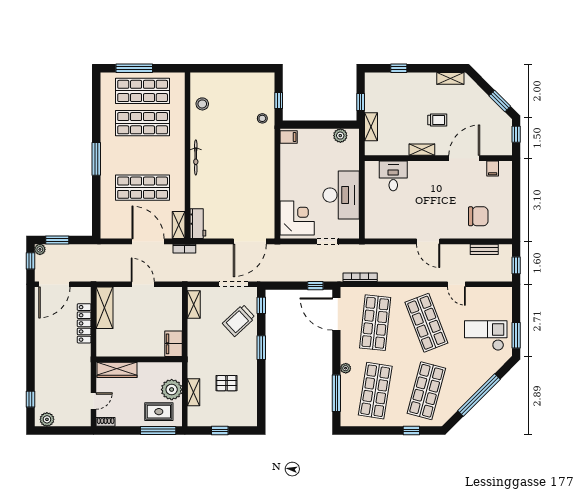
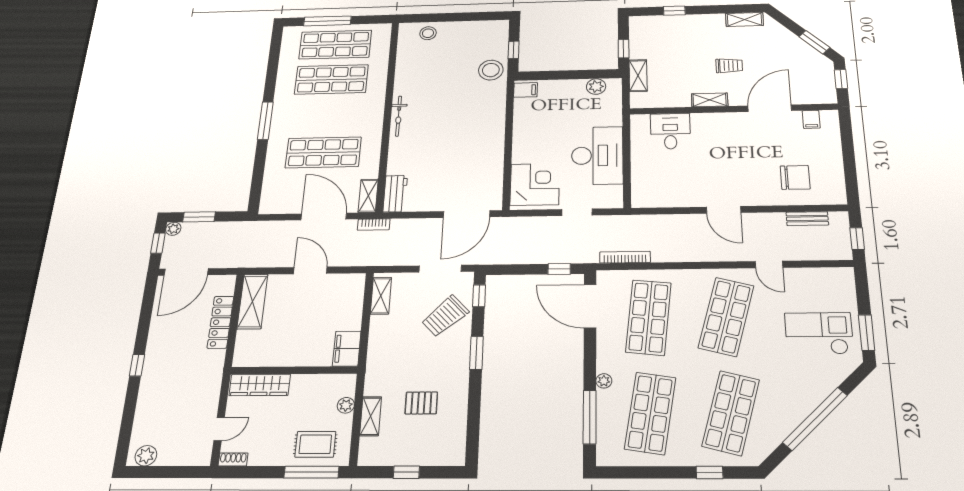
stool: (202, 104) -> (428, 33), moved
stool: (262, 118) -> (491, 70), width x1.89, depth x1.89
shop shelf: (426, 323) -> (726, 317), turned 36
plant: (172, 390) -> (346, 405), width x0.53, depth x0.53
window: (30, 399) -> (137, 365), moved

